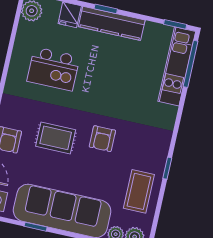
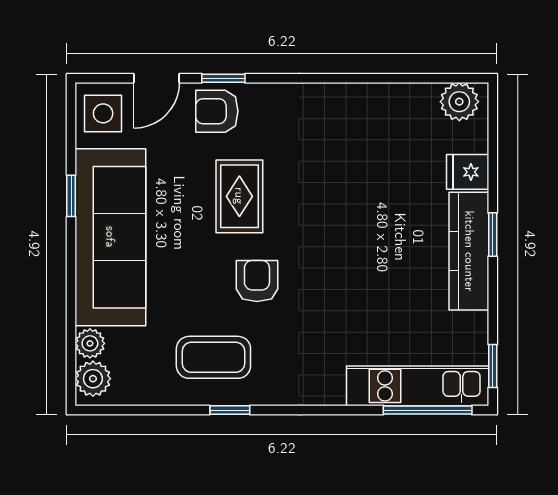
kitchen island: (53, 69) -> (363, 164), removed
armchair: (102, 139) -> (257, 281), turned 90
coffee table: (139, 191) -> (213, 357), moved

